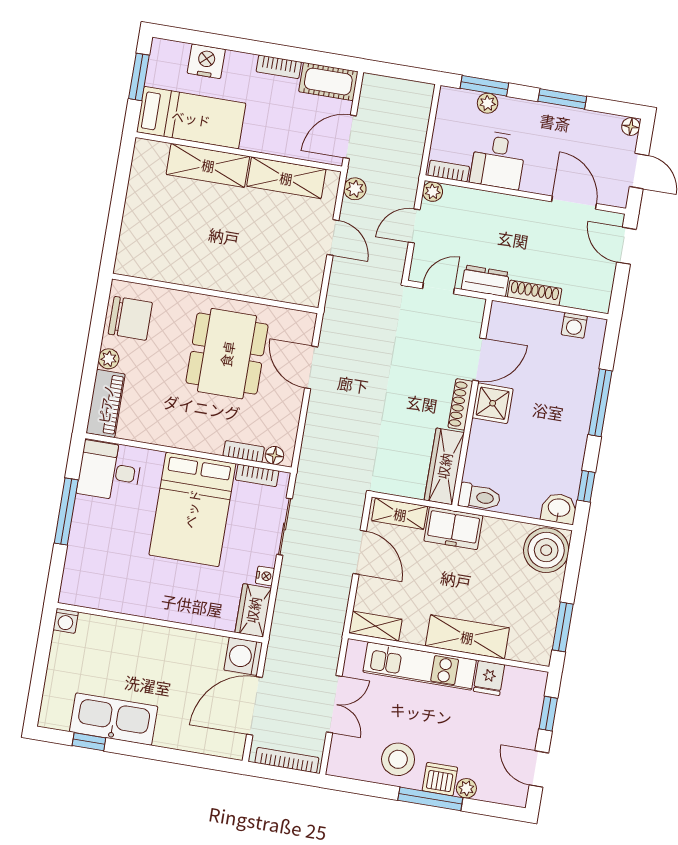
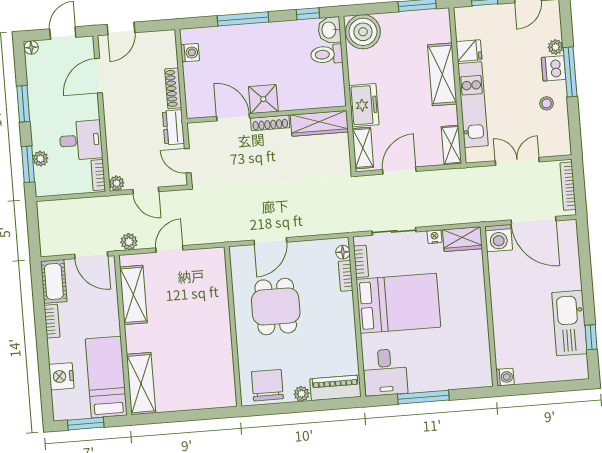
shelving: (208, 165) -> (141, 384), moved
dining table: (227, 354) -> (276, 306), width x0.73
toilet: (479, 497) -> (327, 54), moved, turned -90
stool: (398, 759) -> (547, 103), width x0.53, depth x0.53

